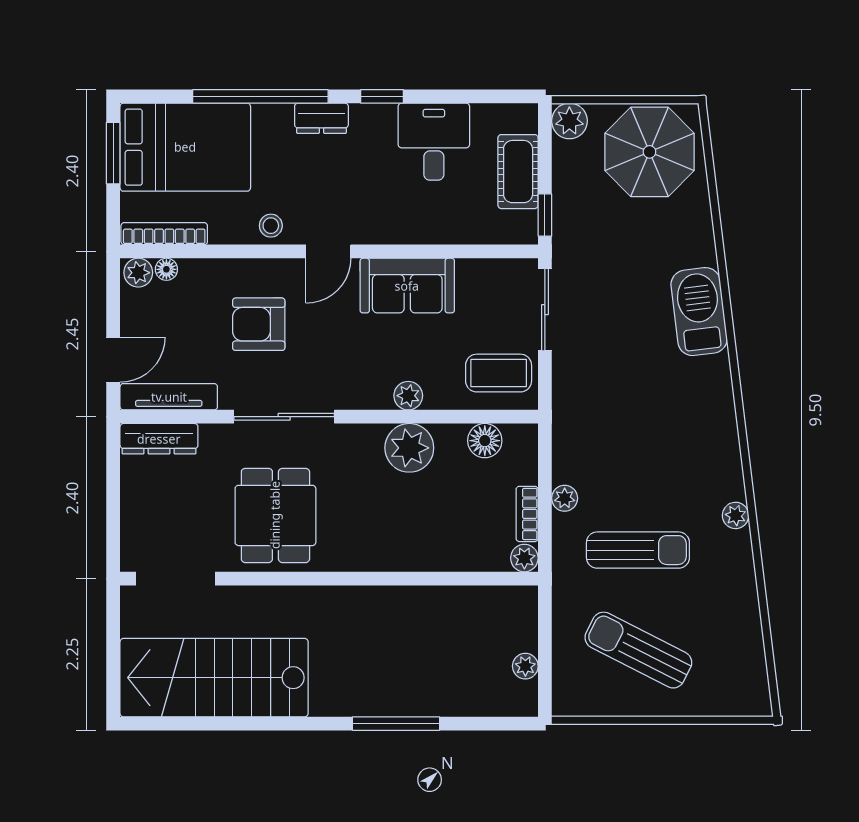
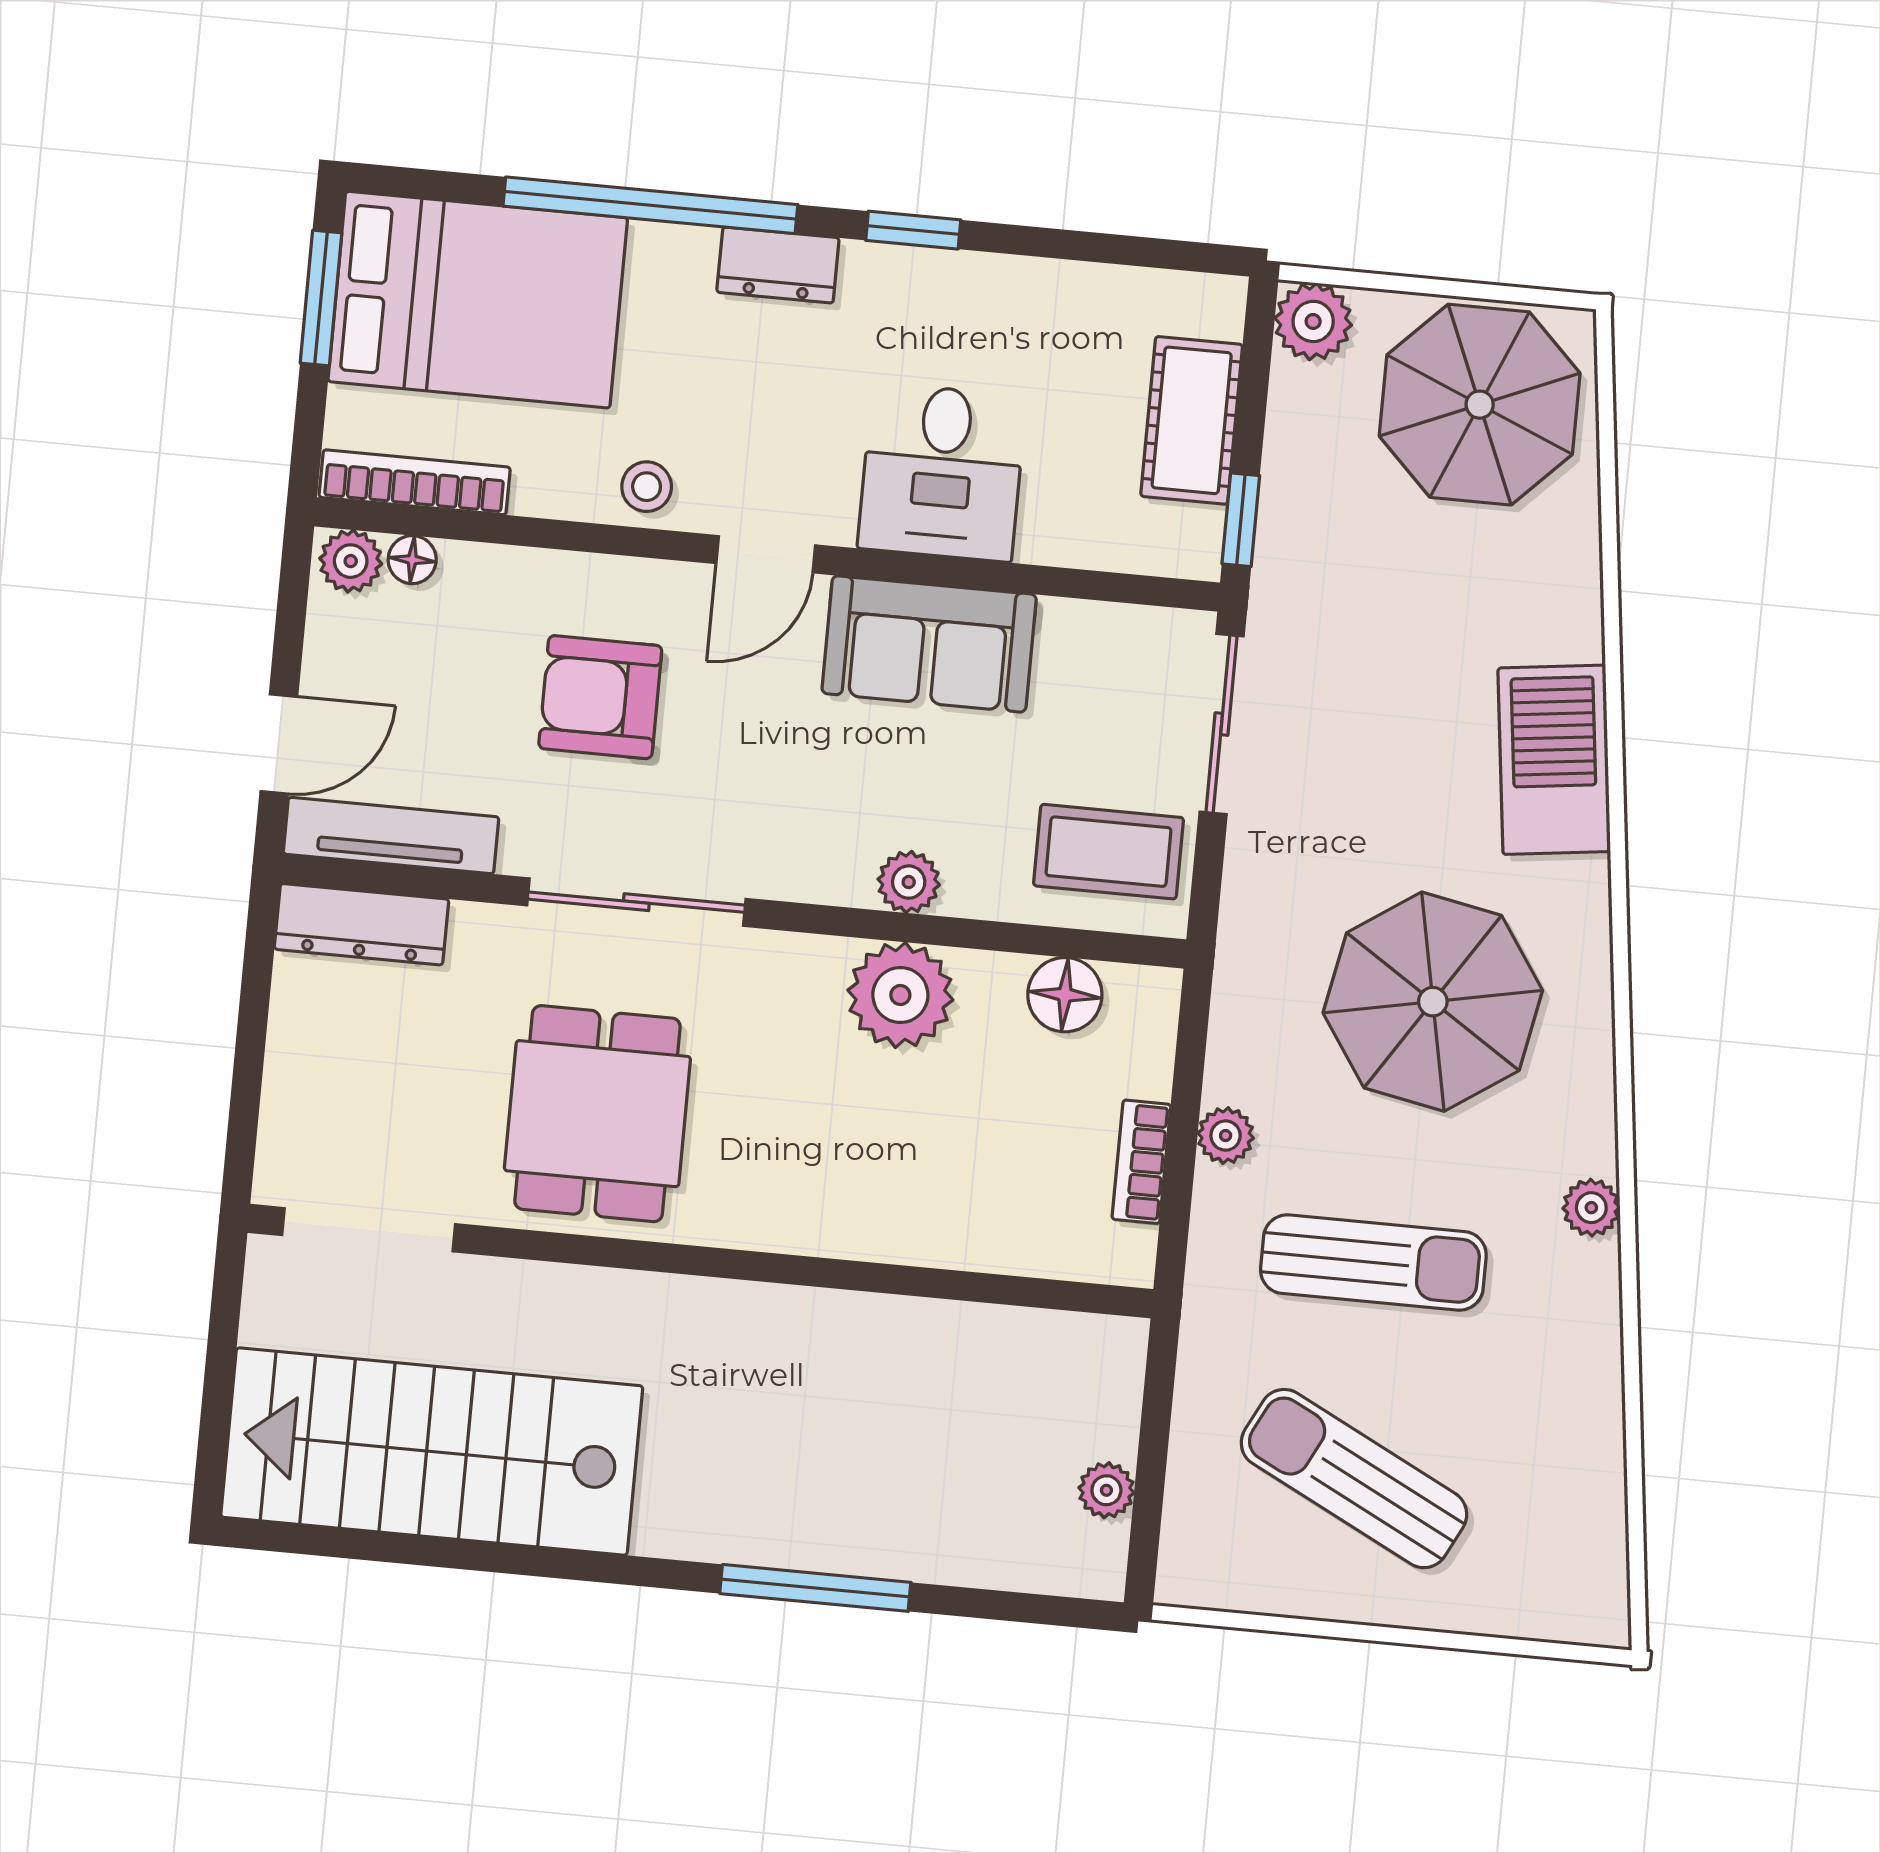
desk: (434, 142) -> (942, 472), moved, turned 180
parasol: (654, 428) -> (1433, 1002), added
plant: (524, 558) -> (1126, 1257), removed

